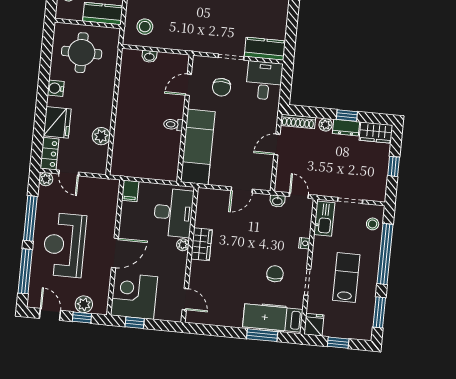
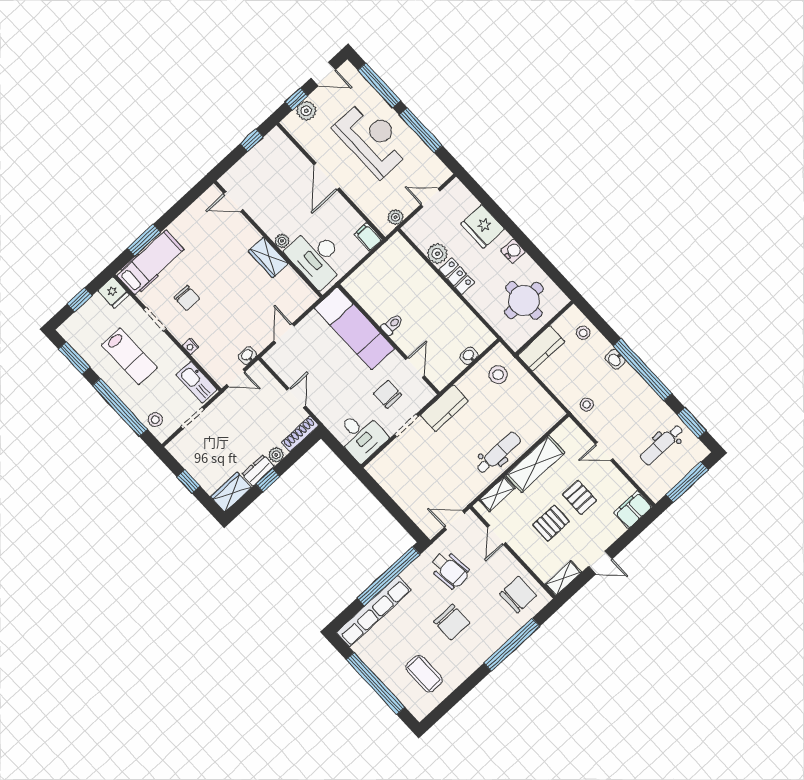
kitchen counter: (265, 49) -> (444, 408), moved
locker: (50, 154) -> (457, 276), moved, turned 180
plant: (46, 179) -> (395, 217), moved
corner desk: (134, 296) -> (275, 160), removed

